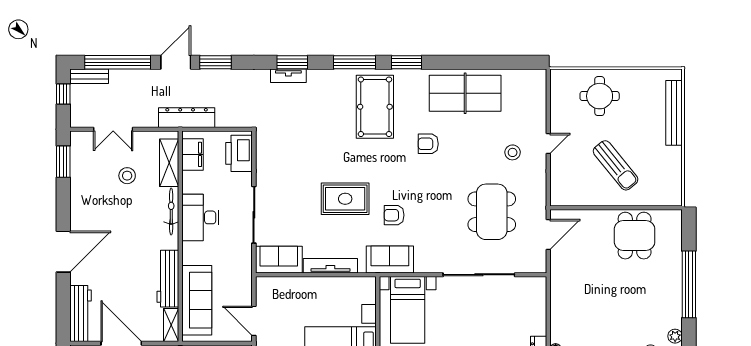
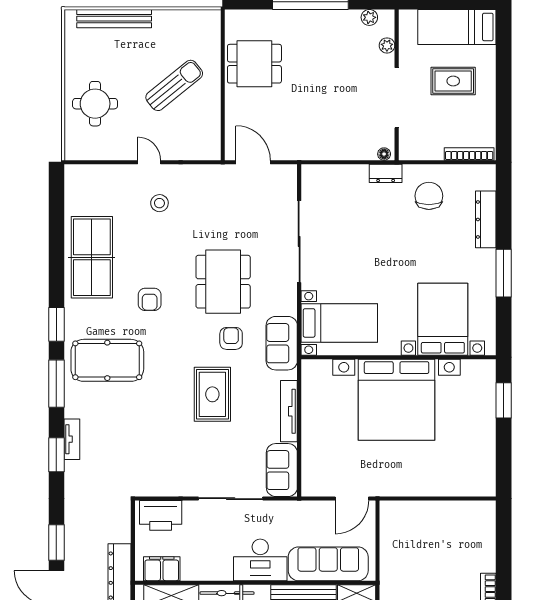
tv unit: (288, 76) -> (72, 439), moved
dining table: (492, 212) -> (223, 282), moved, turned 90
armchair: (394, 215) -> (231, 338), turned 180
desk: (200, 217) -> (260, 560), moved

